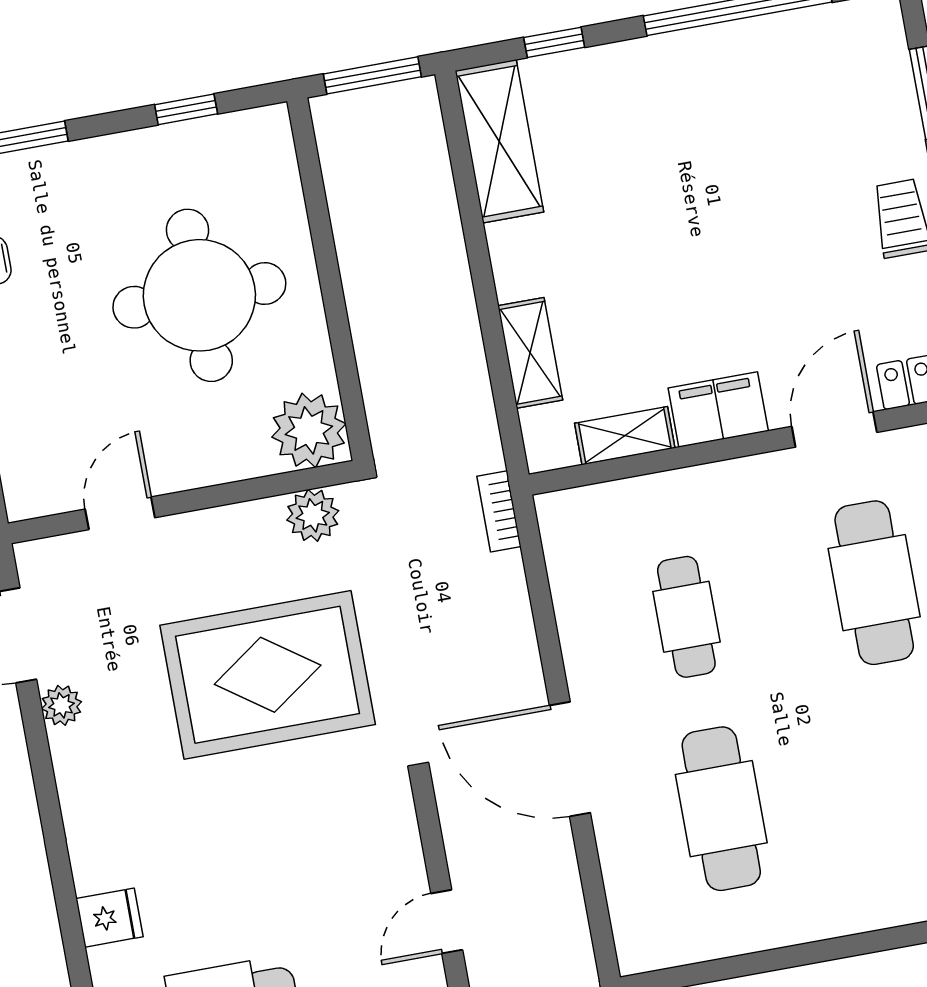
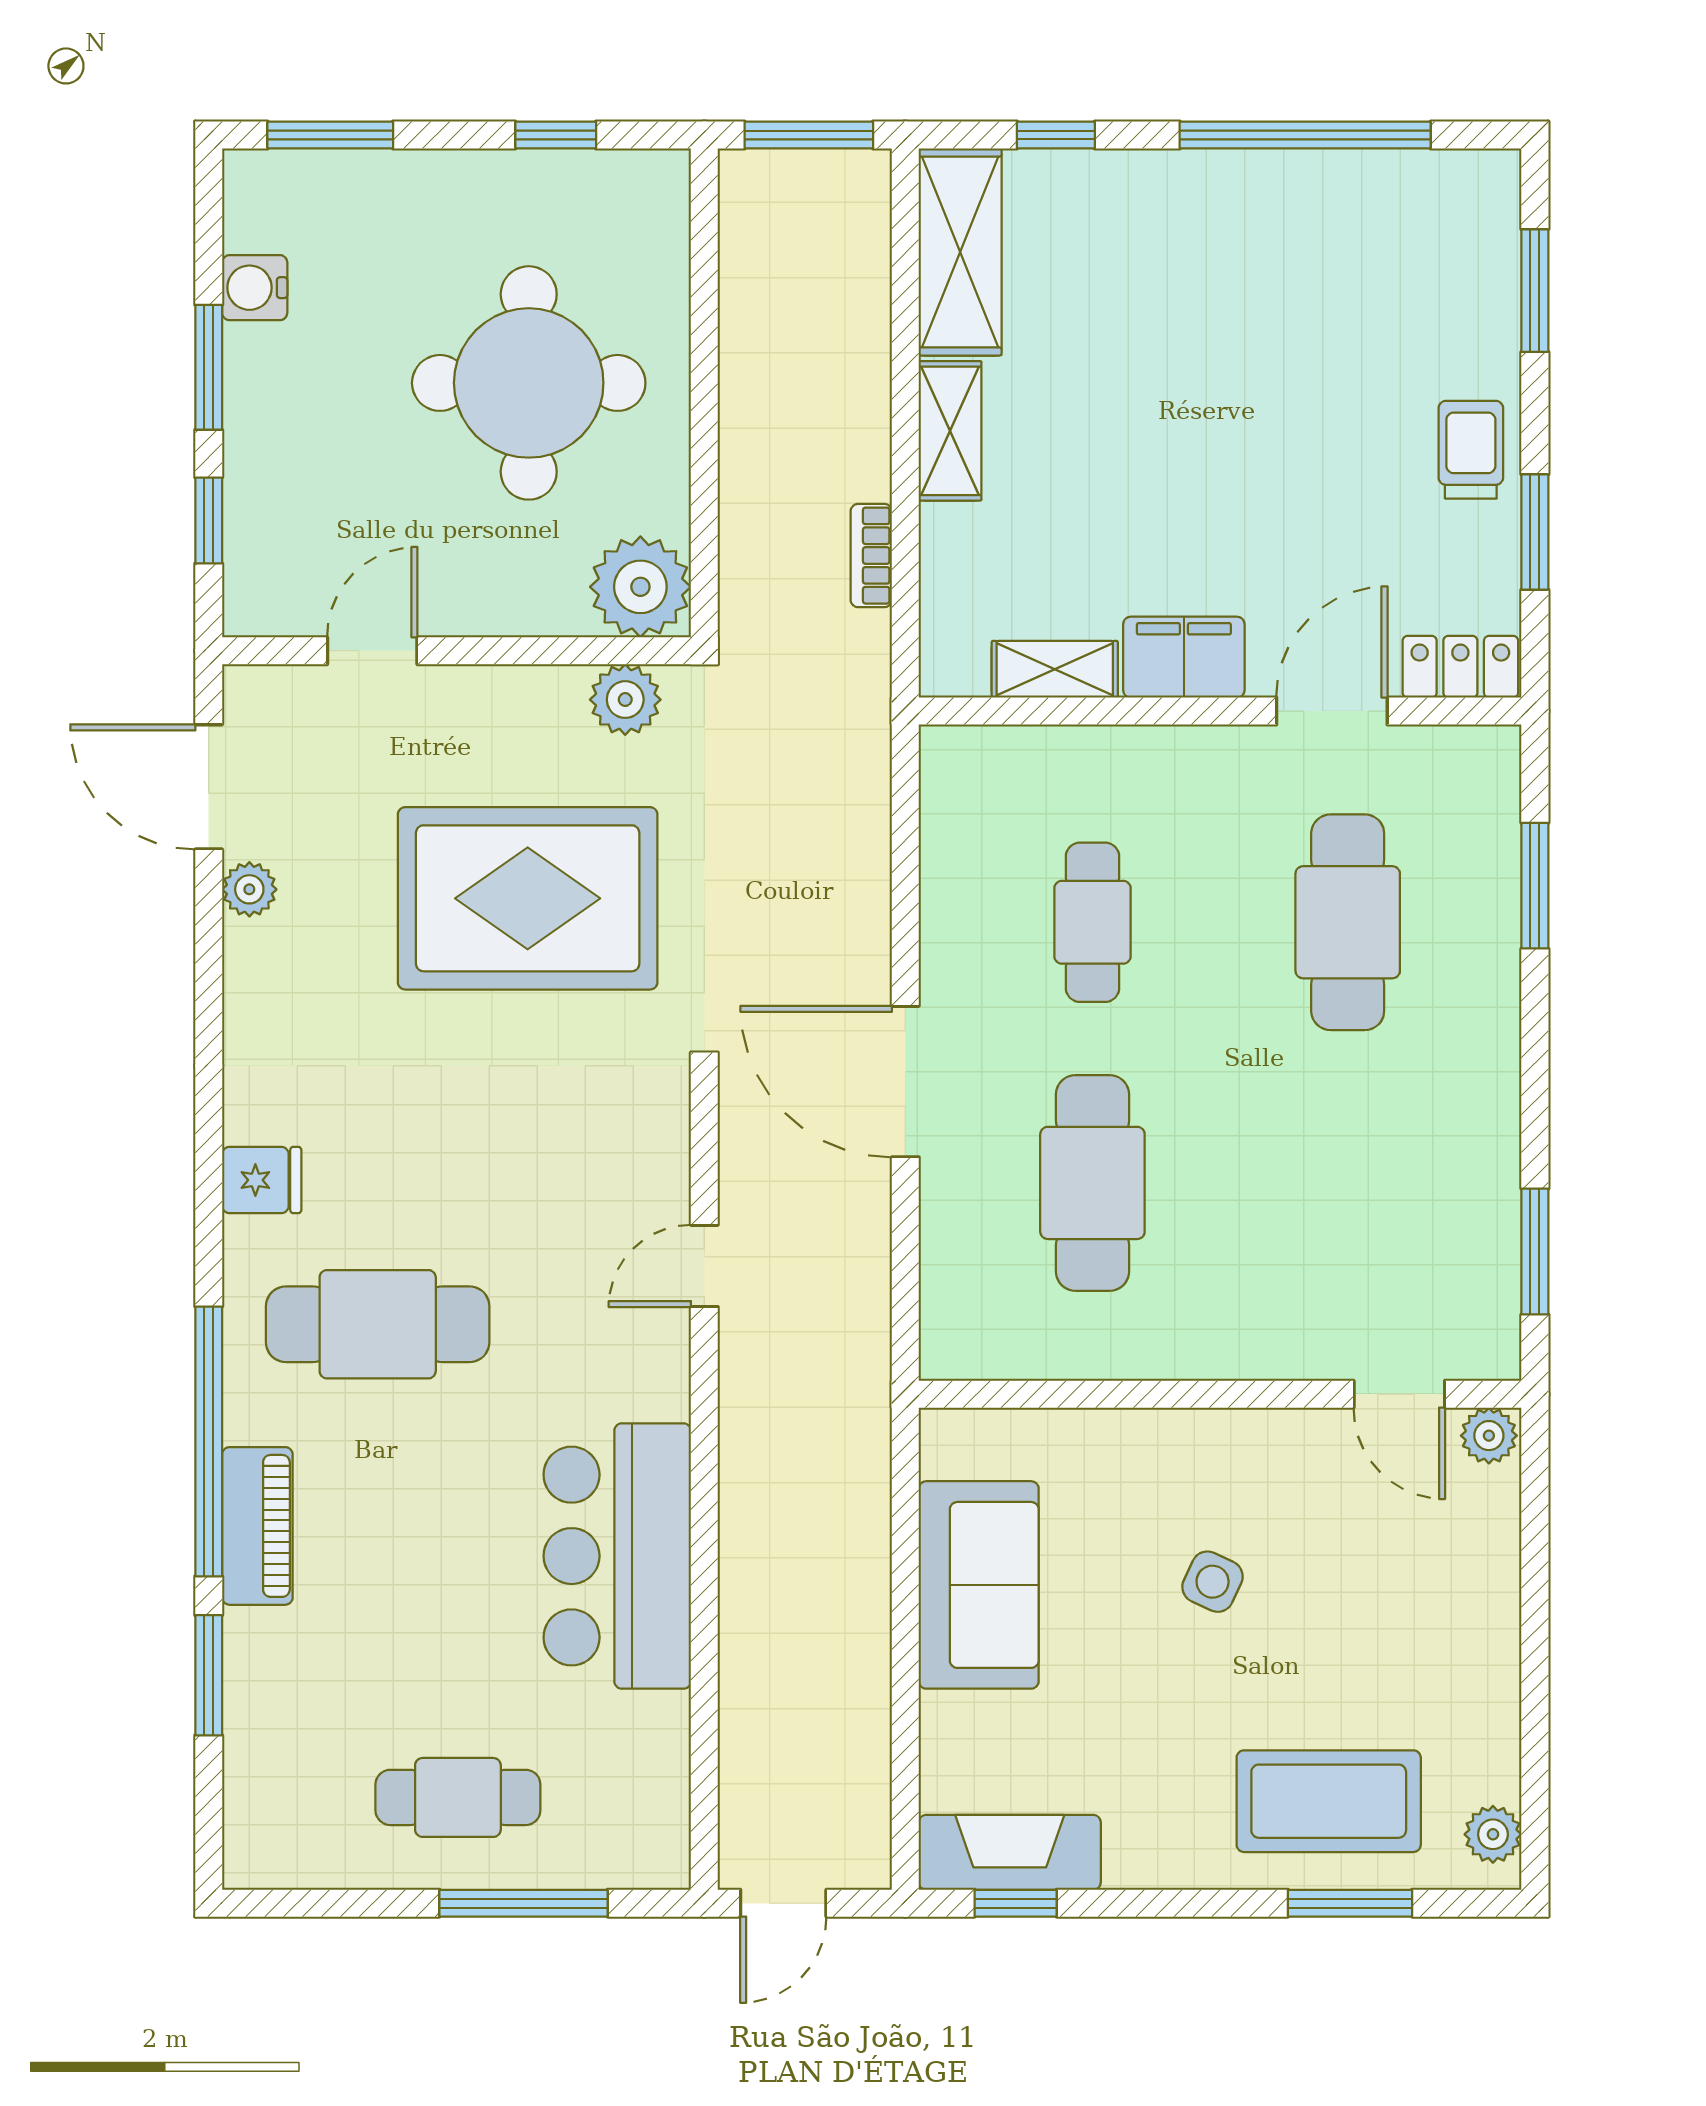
shelving: (530, 353) -> (950, 431), moved
bookcase: (499, 511) -> (871, 556), moved

